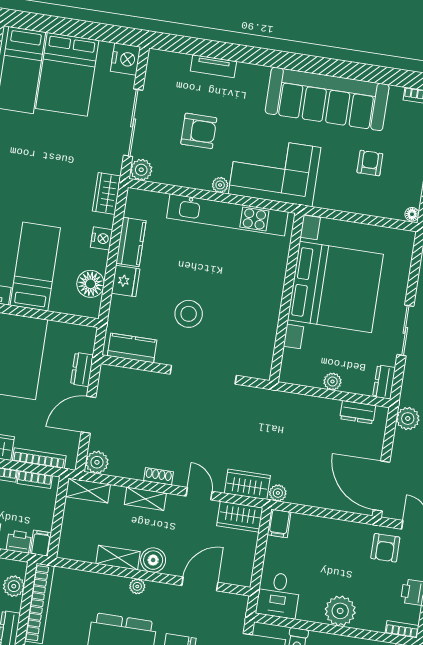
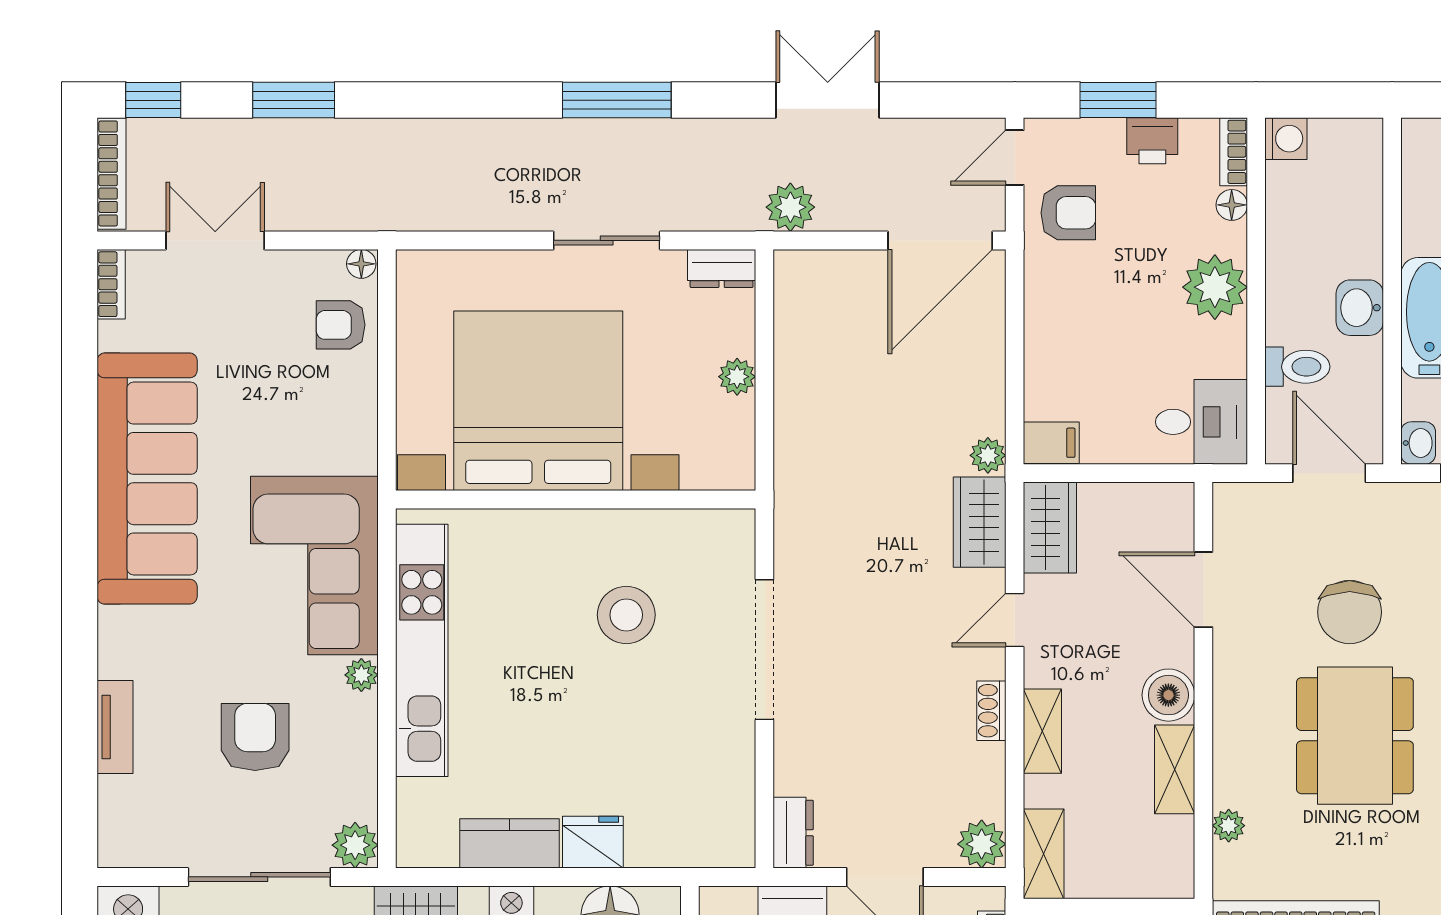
armchair: (370, 163) -> (341, 325), moved
stool: (189, 314) -> (626, 615), moved
kitchen counter: (132, 348) -> (731, 807), removed
dresser: (358, 412) -> (793, 833), moved
plant: (137, 586) -> (1229, 826), moved
floor lamp: (377, 625) -> (1232, 205), added

